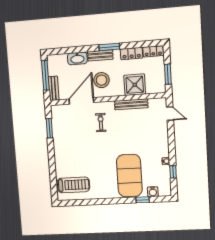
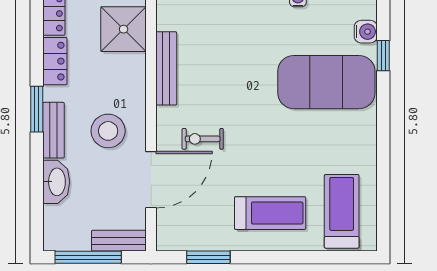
shower: (135, 85) -> (124, 29), moved
door: (81, 101) -> (151, 180), swing flipped
treadmill: (70, 154) -> (270, 213), added

